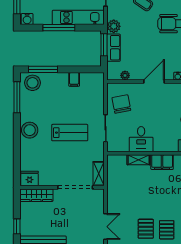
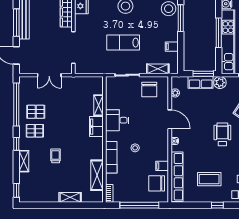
kitchen unit: (78, 17) -> (228, 42), width x1.36
chair: (121, 104) -> (149, 90), turned 101
lab bench: (70, 133) -> (123, 43), turned 90
desk: (141, 139) -> (117, 120), moved
shelving: (99, 174) -> (158, 69), moved
double door: (106, 227) -> (49, 75), moved

